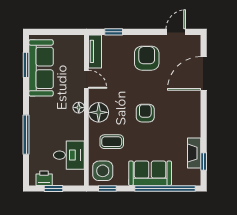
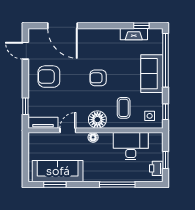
desk: (69, 155) -> (131, 146), width x1.37
side table: (103, 171) -> (150, 116), width x0.54, depth x0.54

